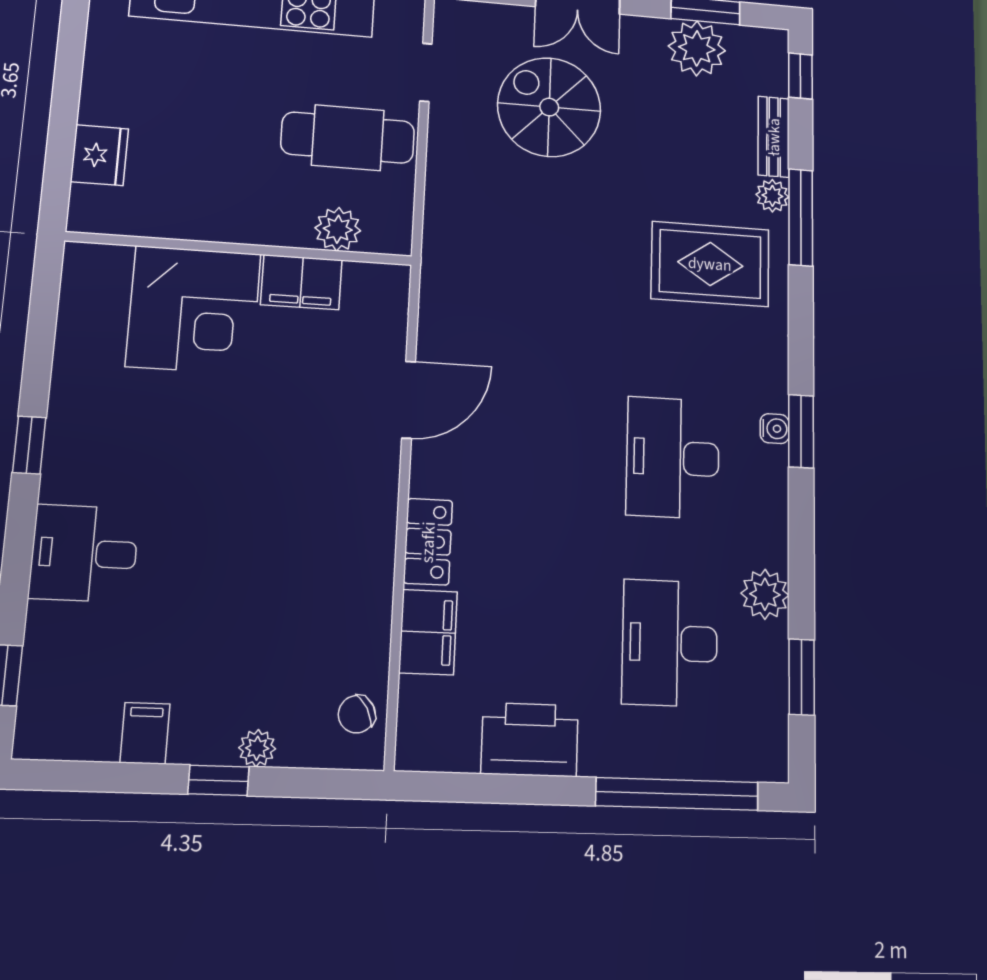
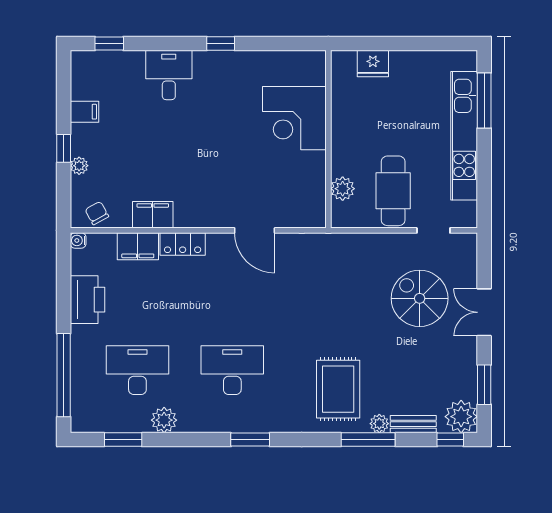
plant: (697, 48) -> (461, 417), moved
spiral stairs: (549, 107) -> (420, 298), turned -90
filing cabinet: (301, 282) -> (153, 215), moved, turned 90
water cooler: (775, 429) -> (78, 240), moved, turned 90

